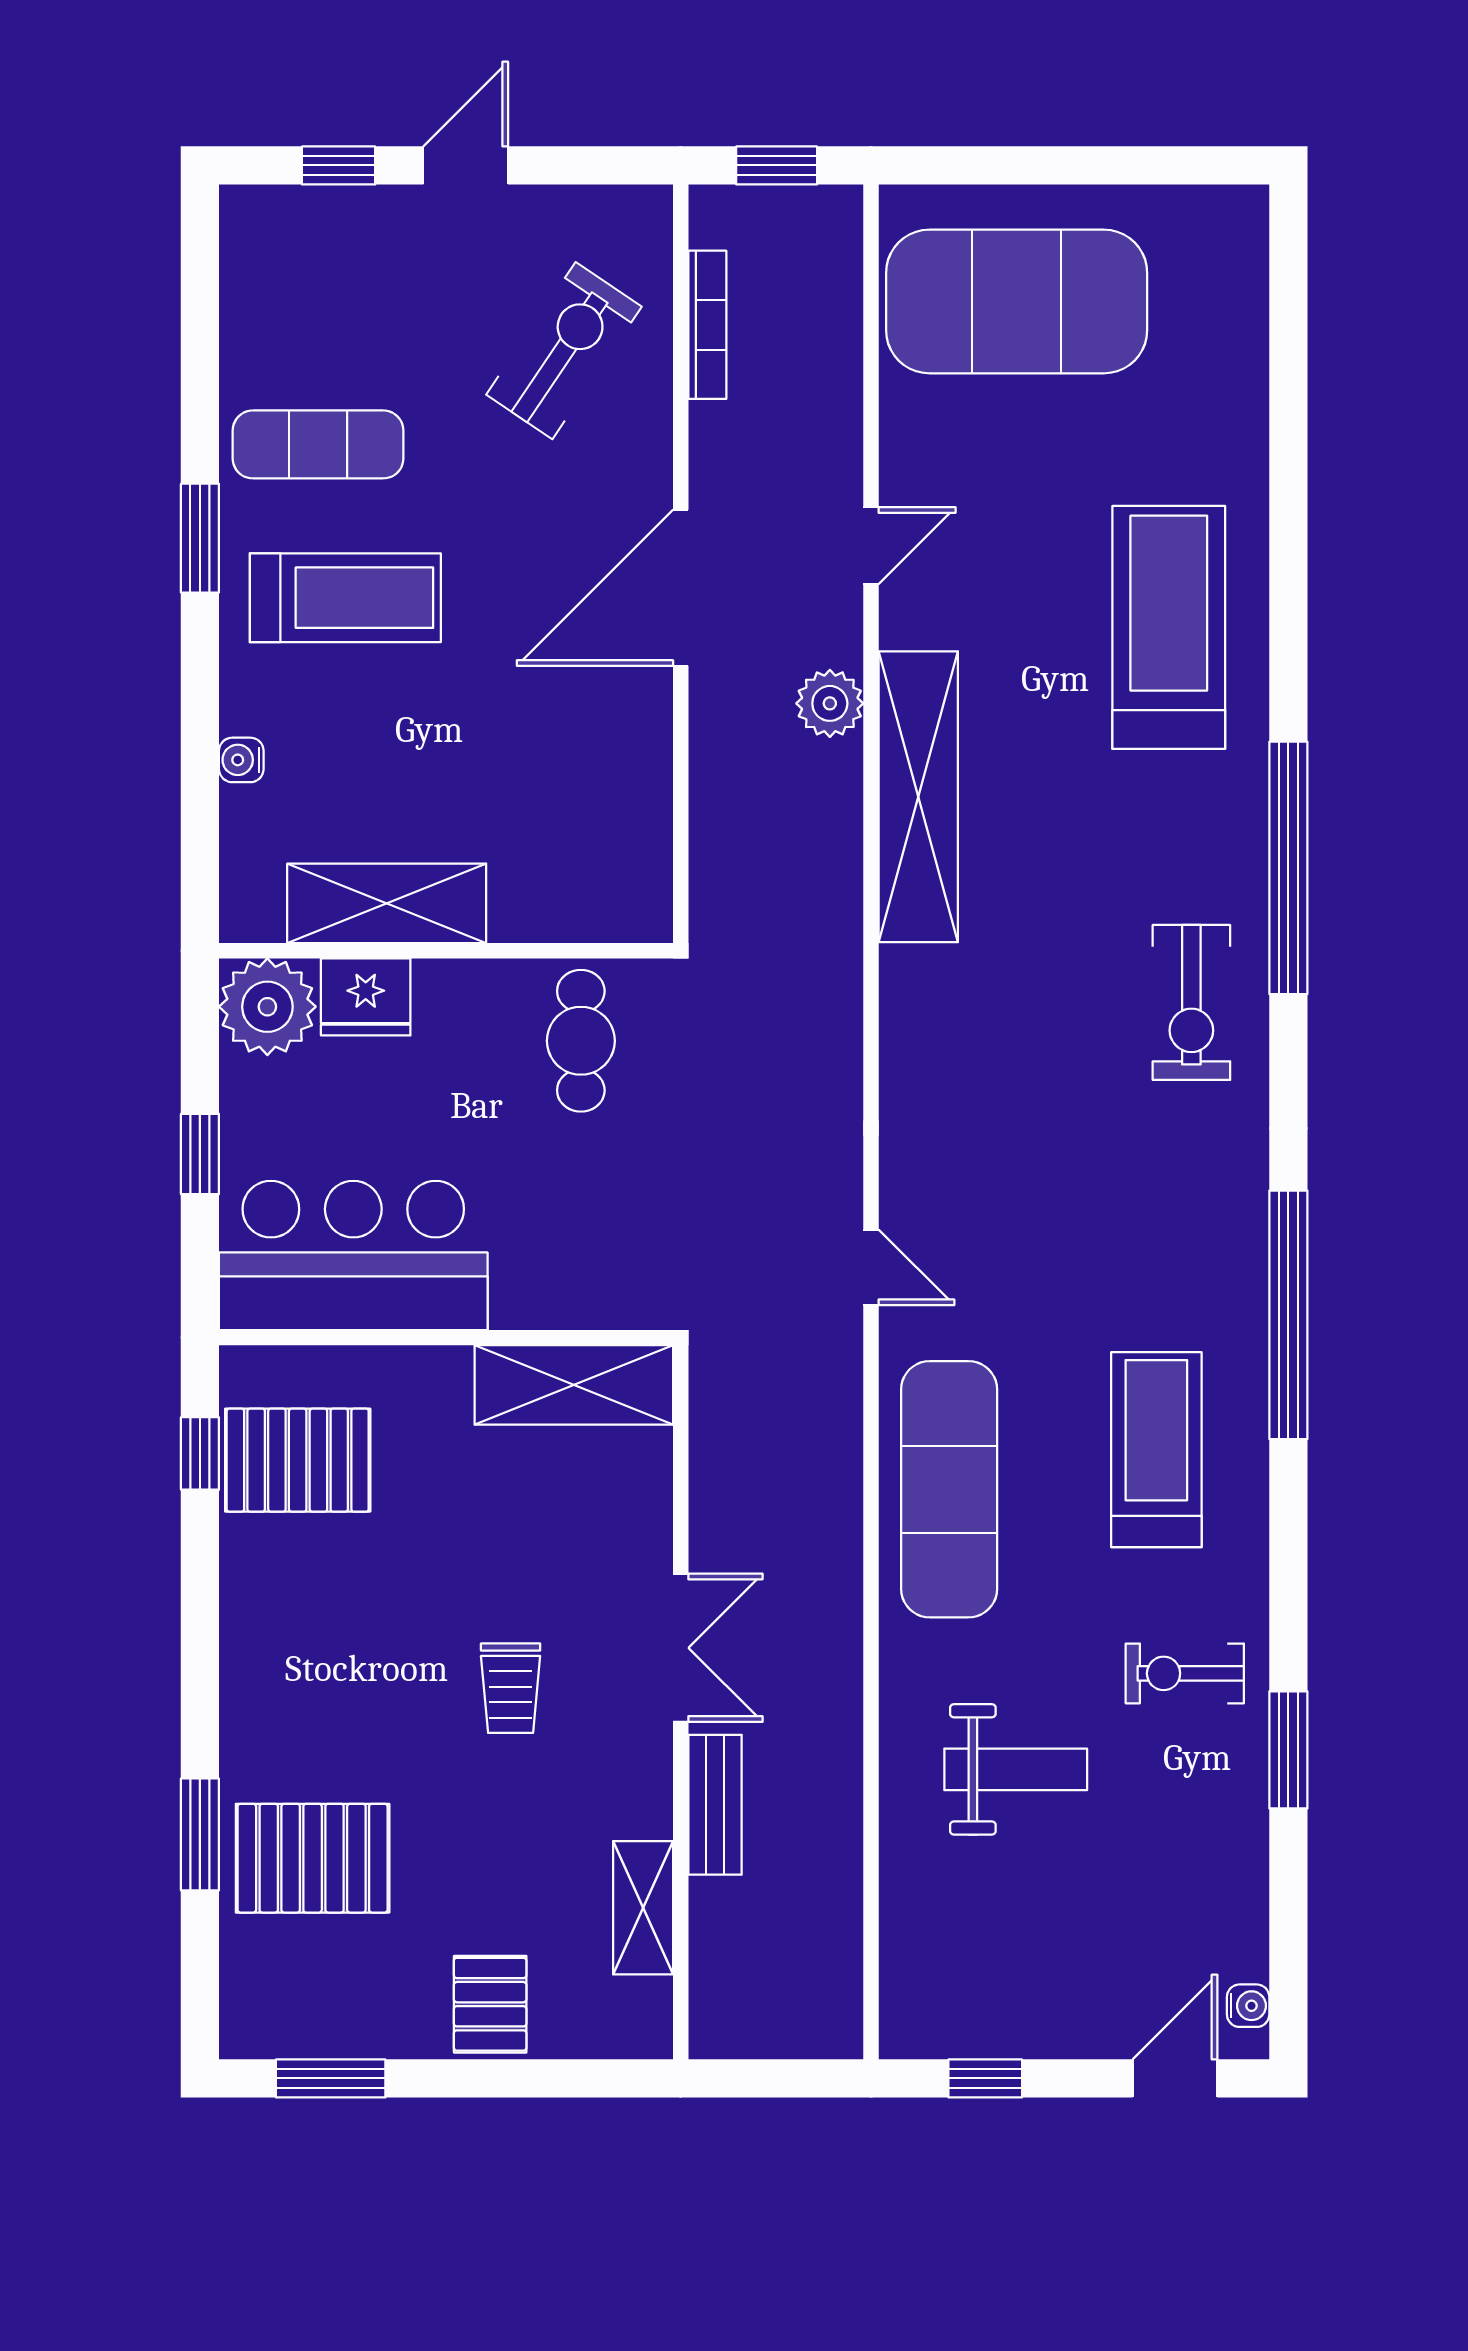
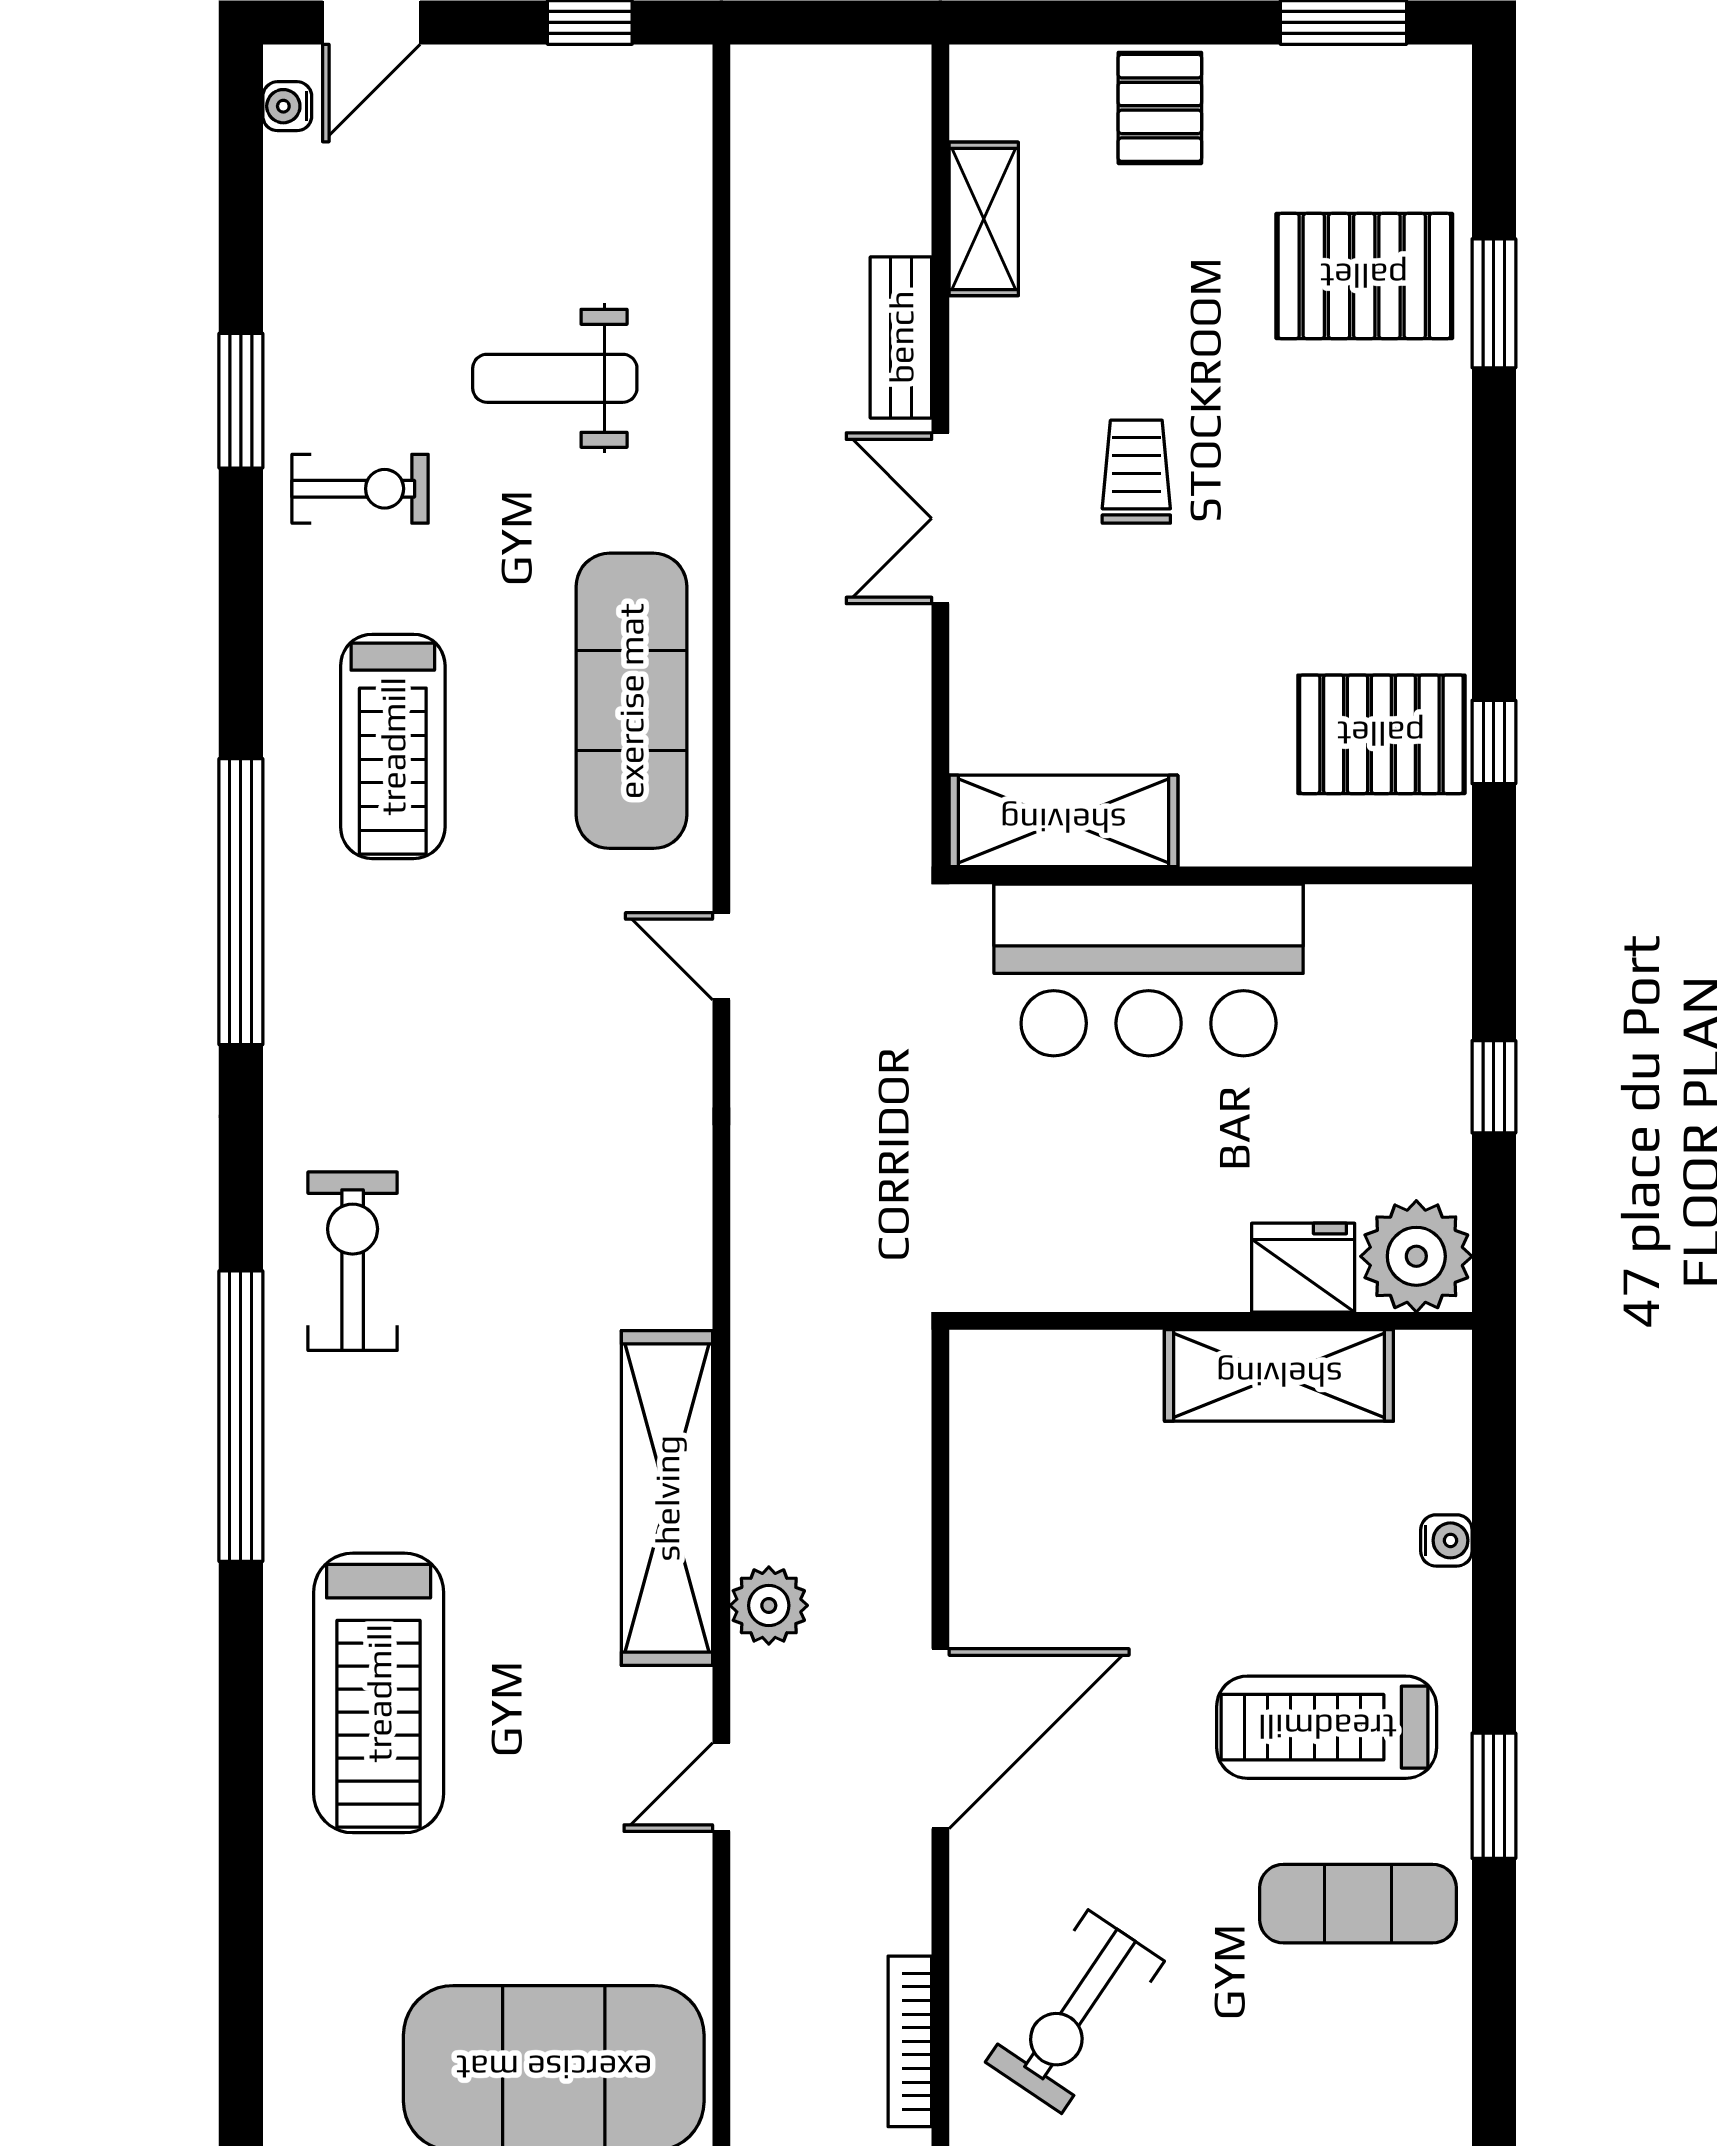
cafe table: (581, 1041) -> (1055, 1217), removed
bar counter: (353, 1255) -> (1149, 970), moved

